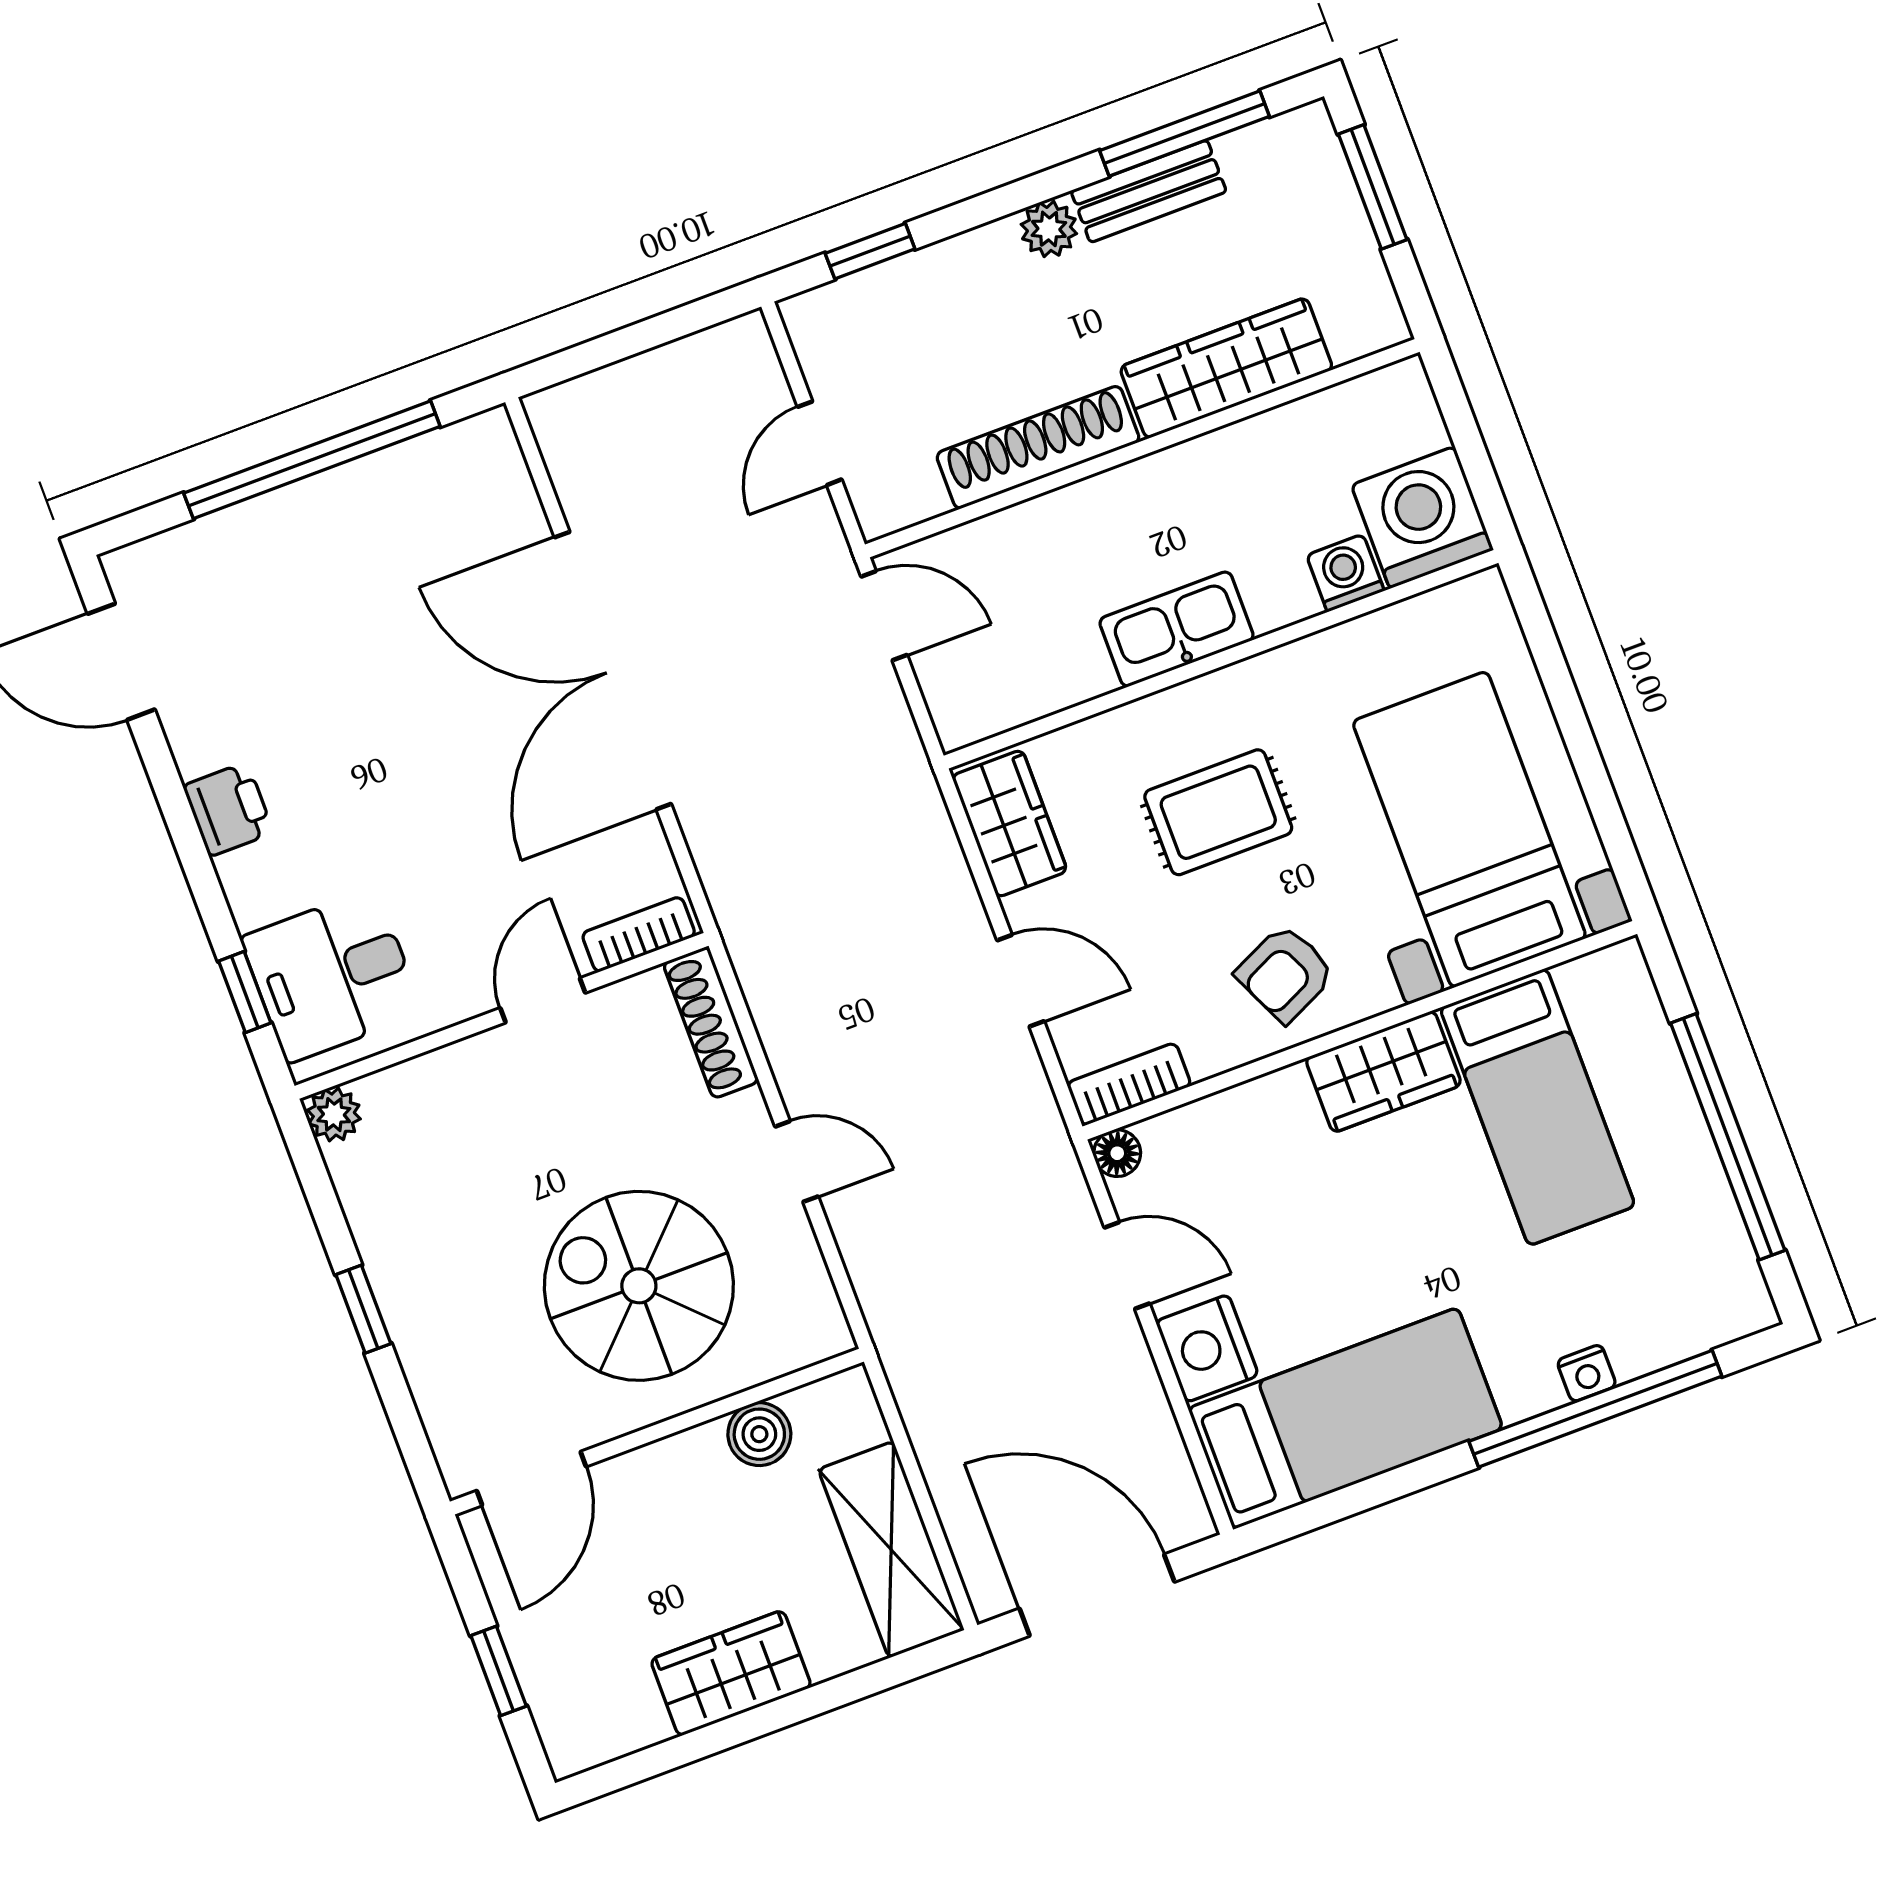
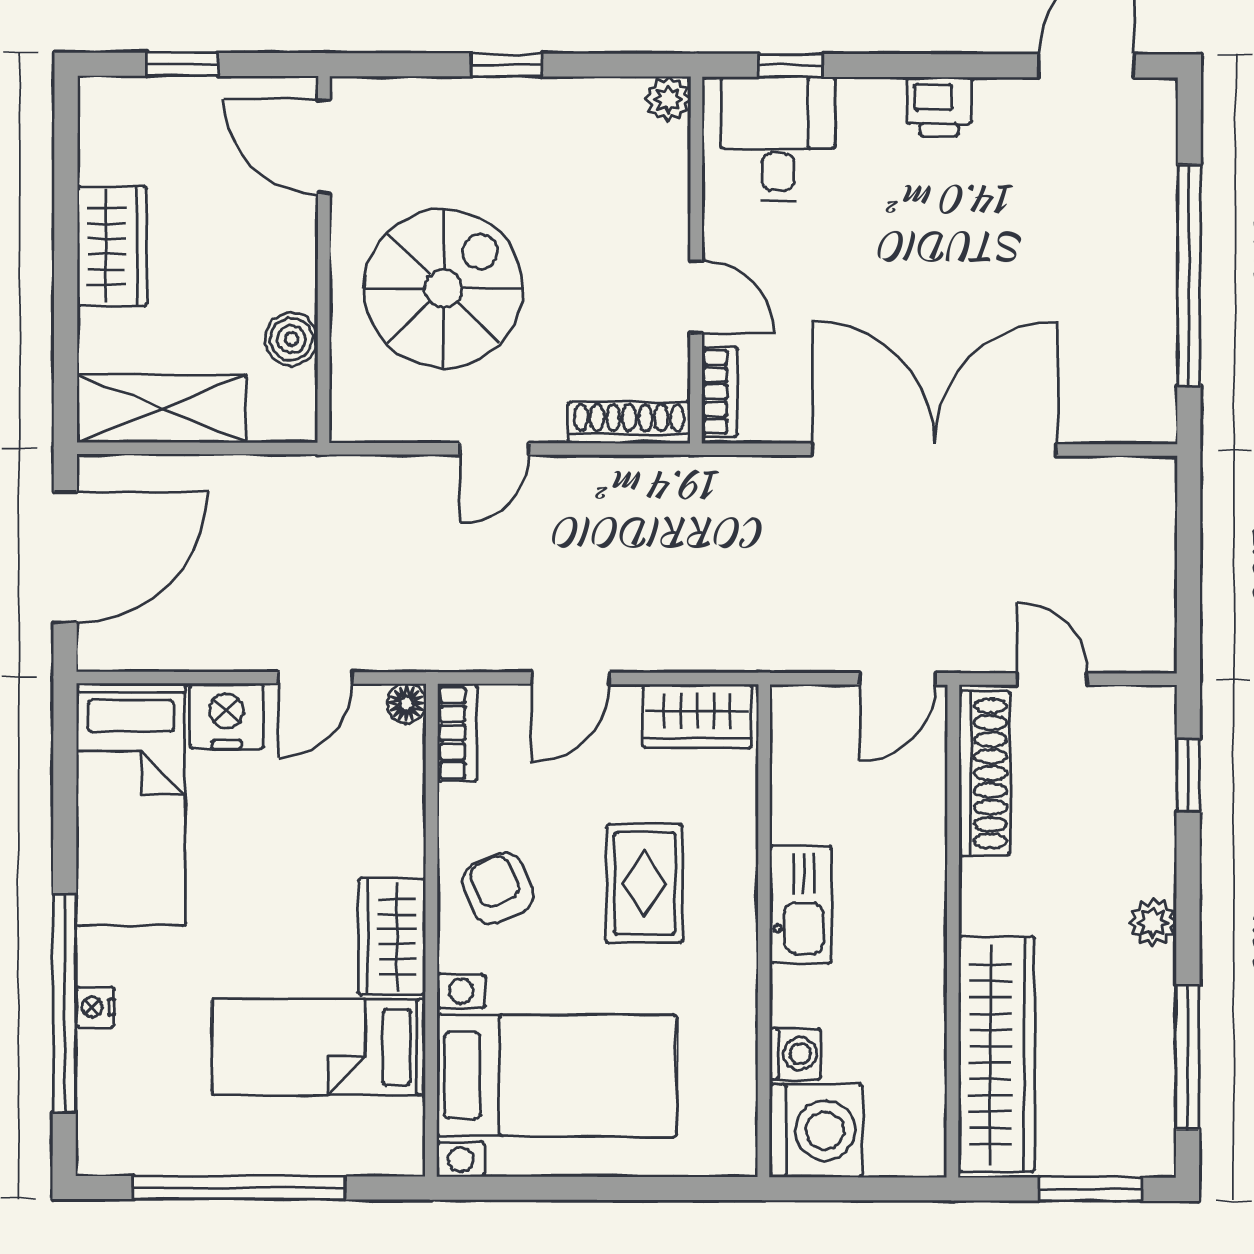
bench: (1149, 191) -> (1153, 1012), removed
wardrobe: (1226, 368) -> (997, 1054), width x1.40, depth x1.17
shoe rack: (1038, 447) -> (984, 773), moved

